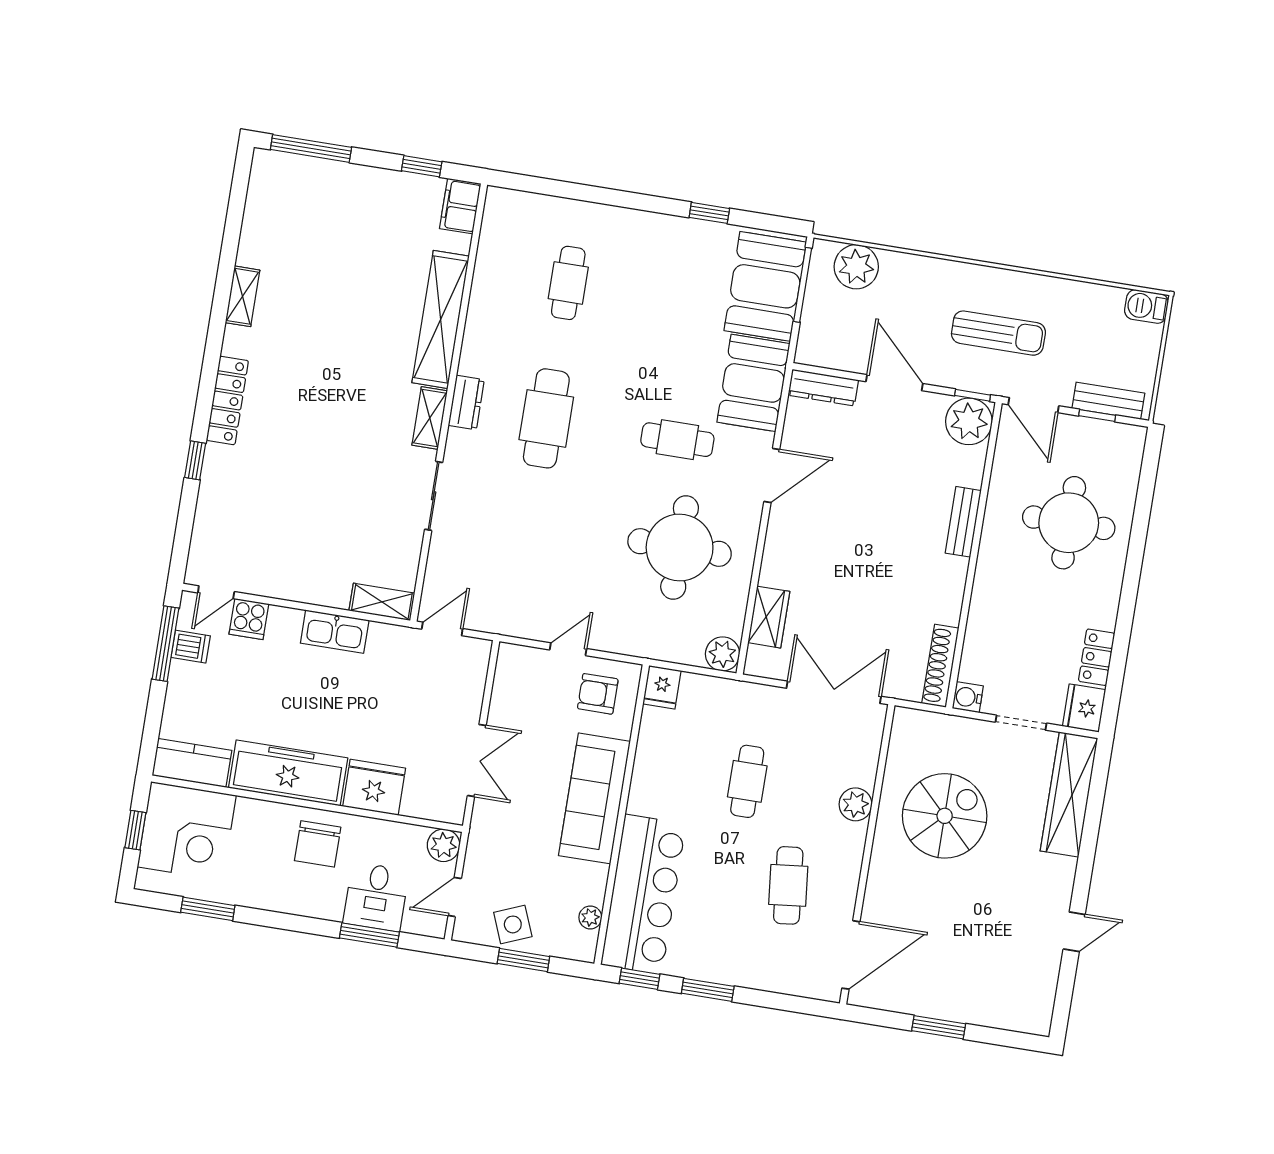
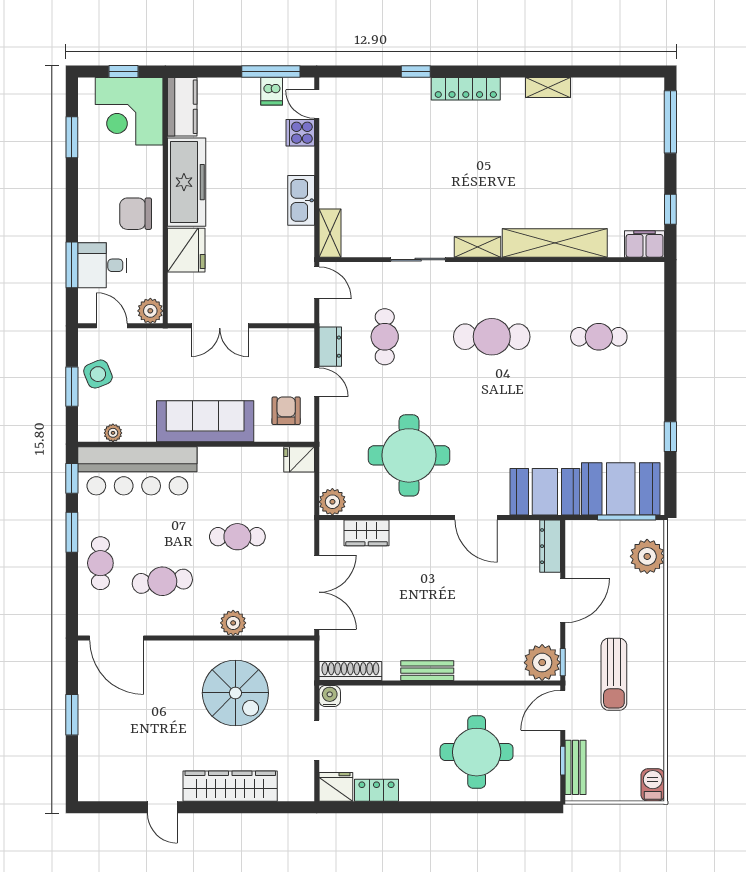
dresser: (466, 403) -> (330, 347), moved, turned -90
cafe table: (677, 440) -> (385, 337), moved
bench: (963, 522) -> (427, 671), moved
wardrobe: (1069, 795) -> (230, 786), moved
cafe table: (753, 960) -> (100, 563), added

